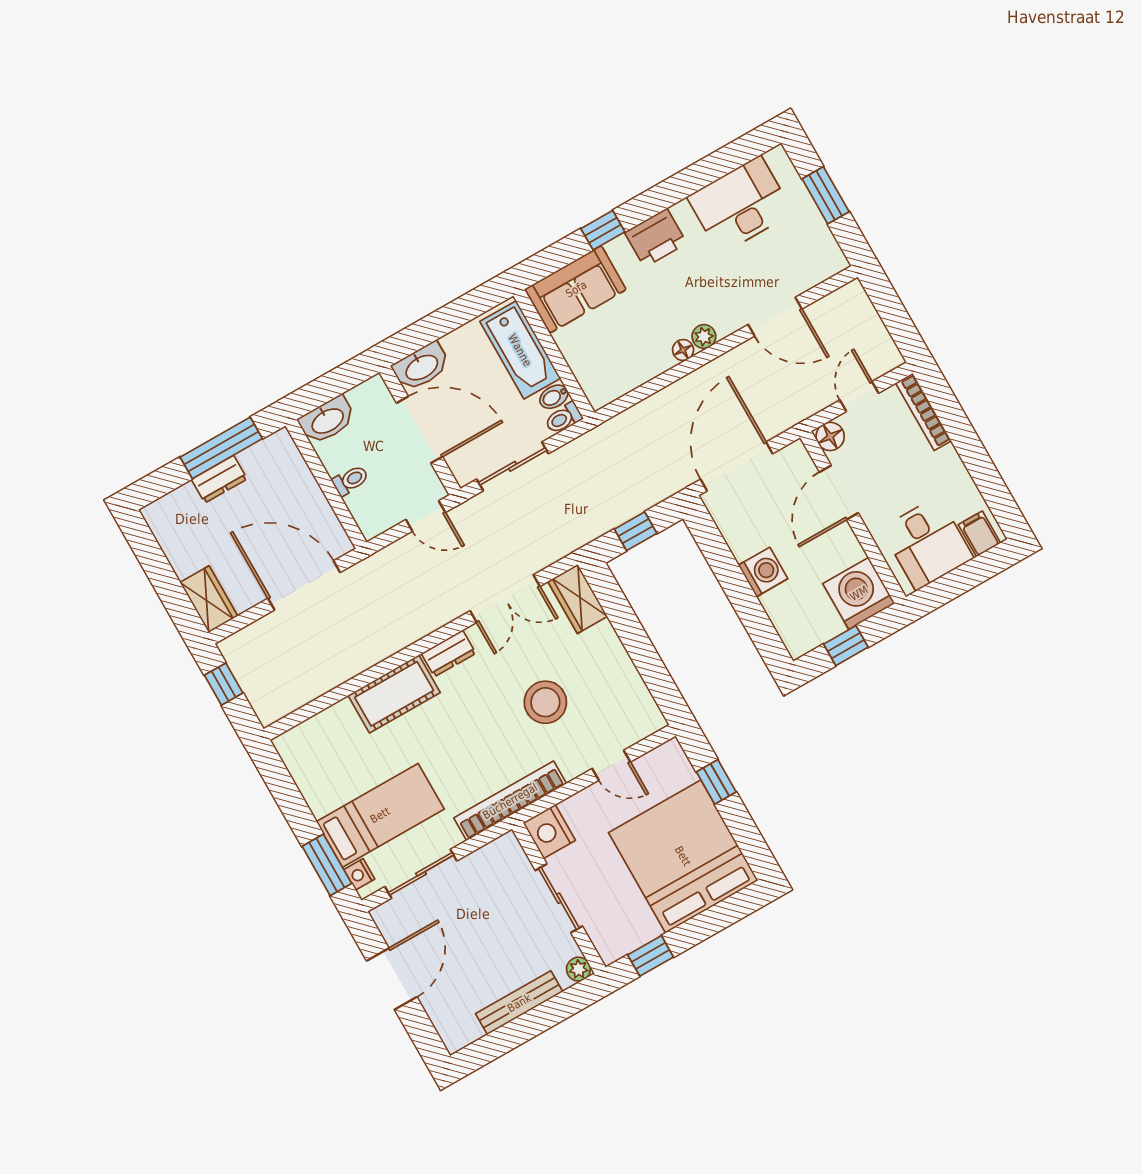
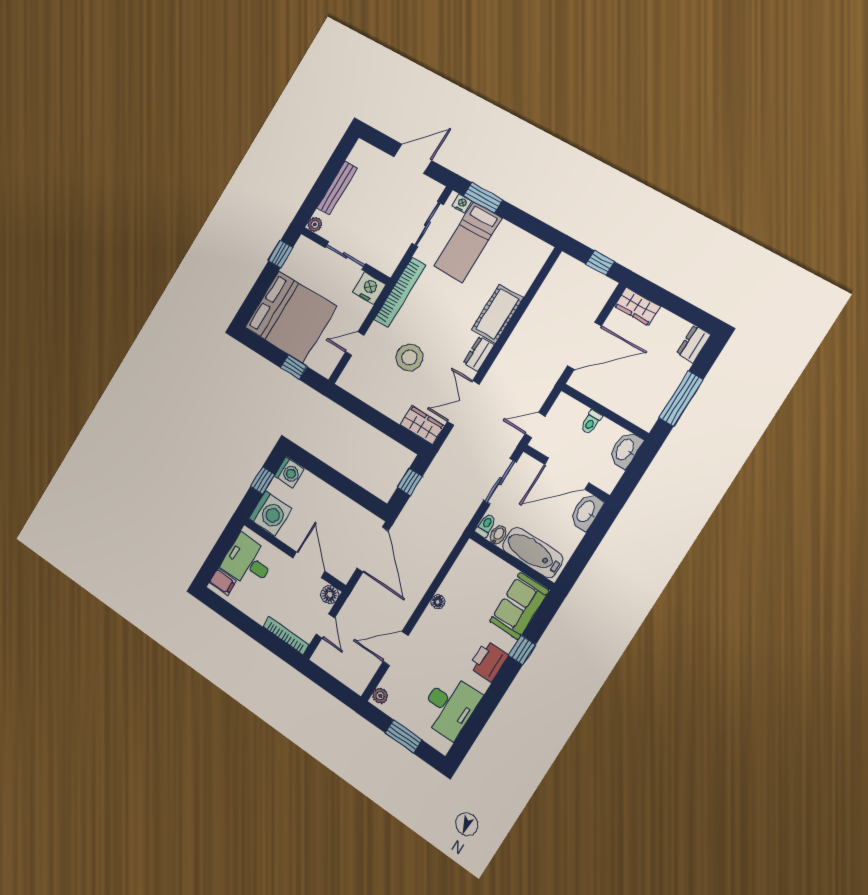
plant: (704, 337) -> (380, 696), moved
dresser: (219, 479) -> (694, 344), moved
washing machine: (763, 572) -> (289, 472), moved, turned -90
door: (392, 979) -> (413, 159), swing flipped

